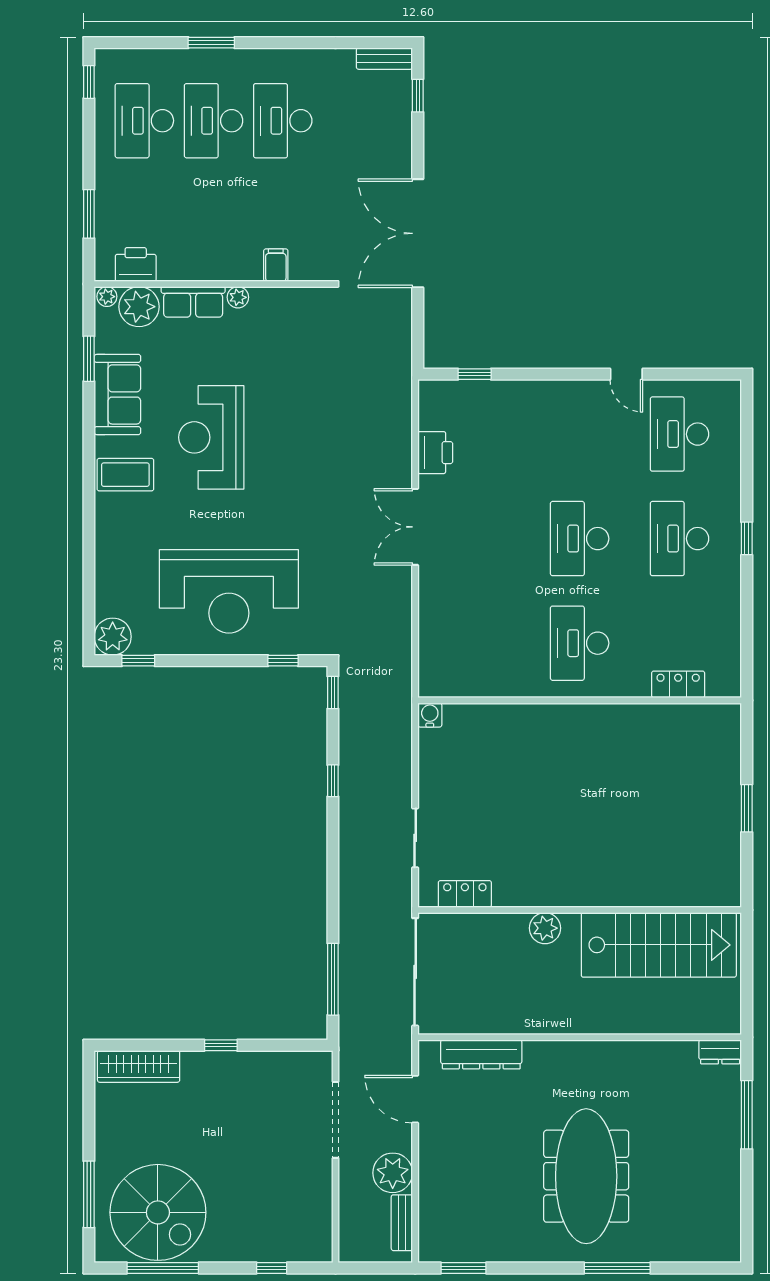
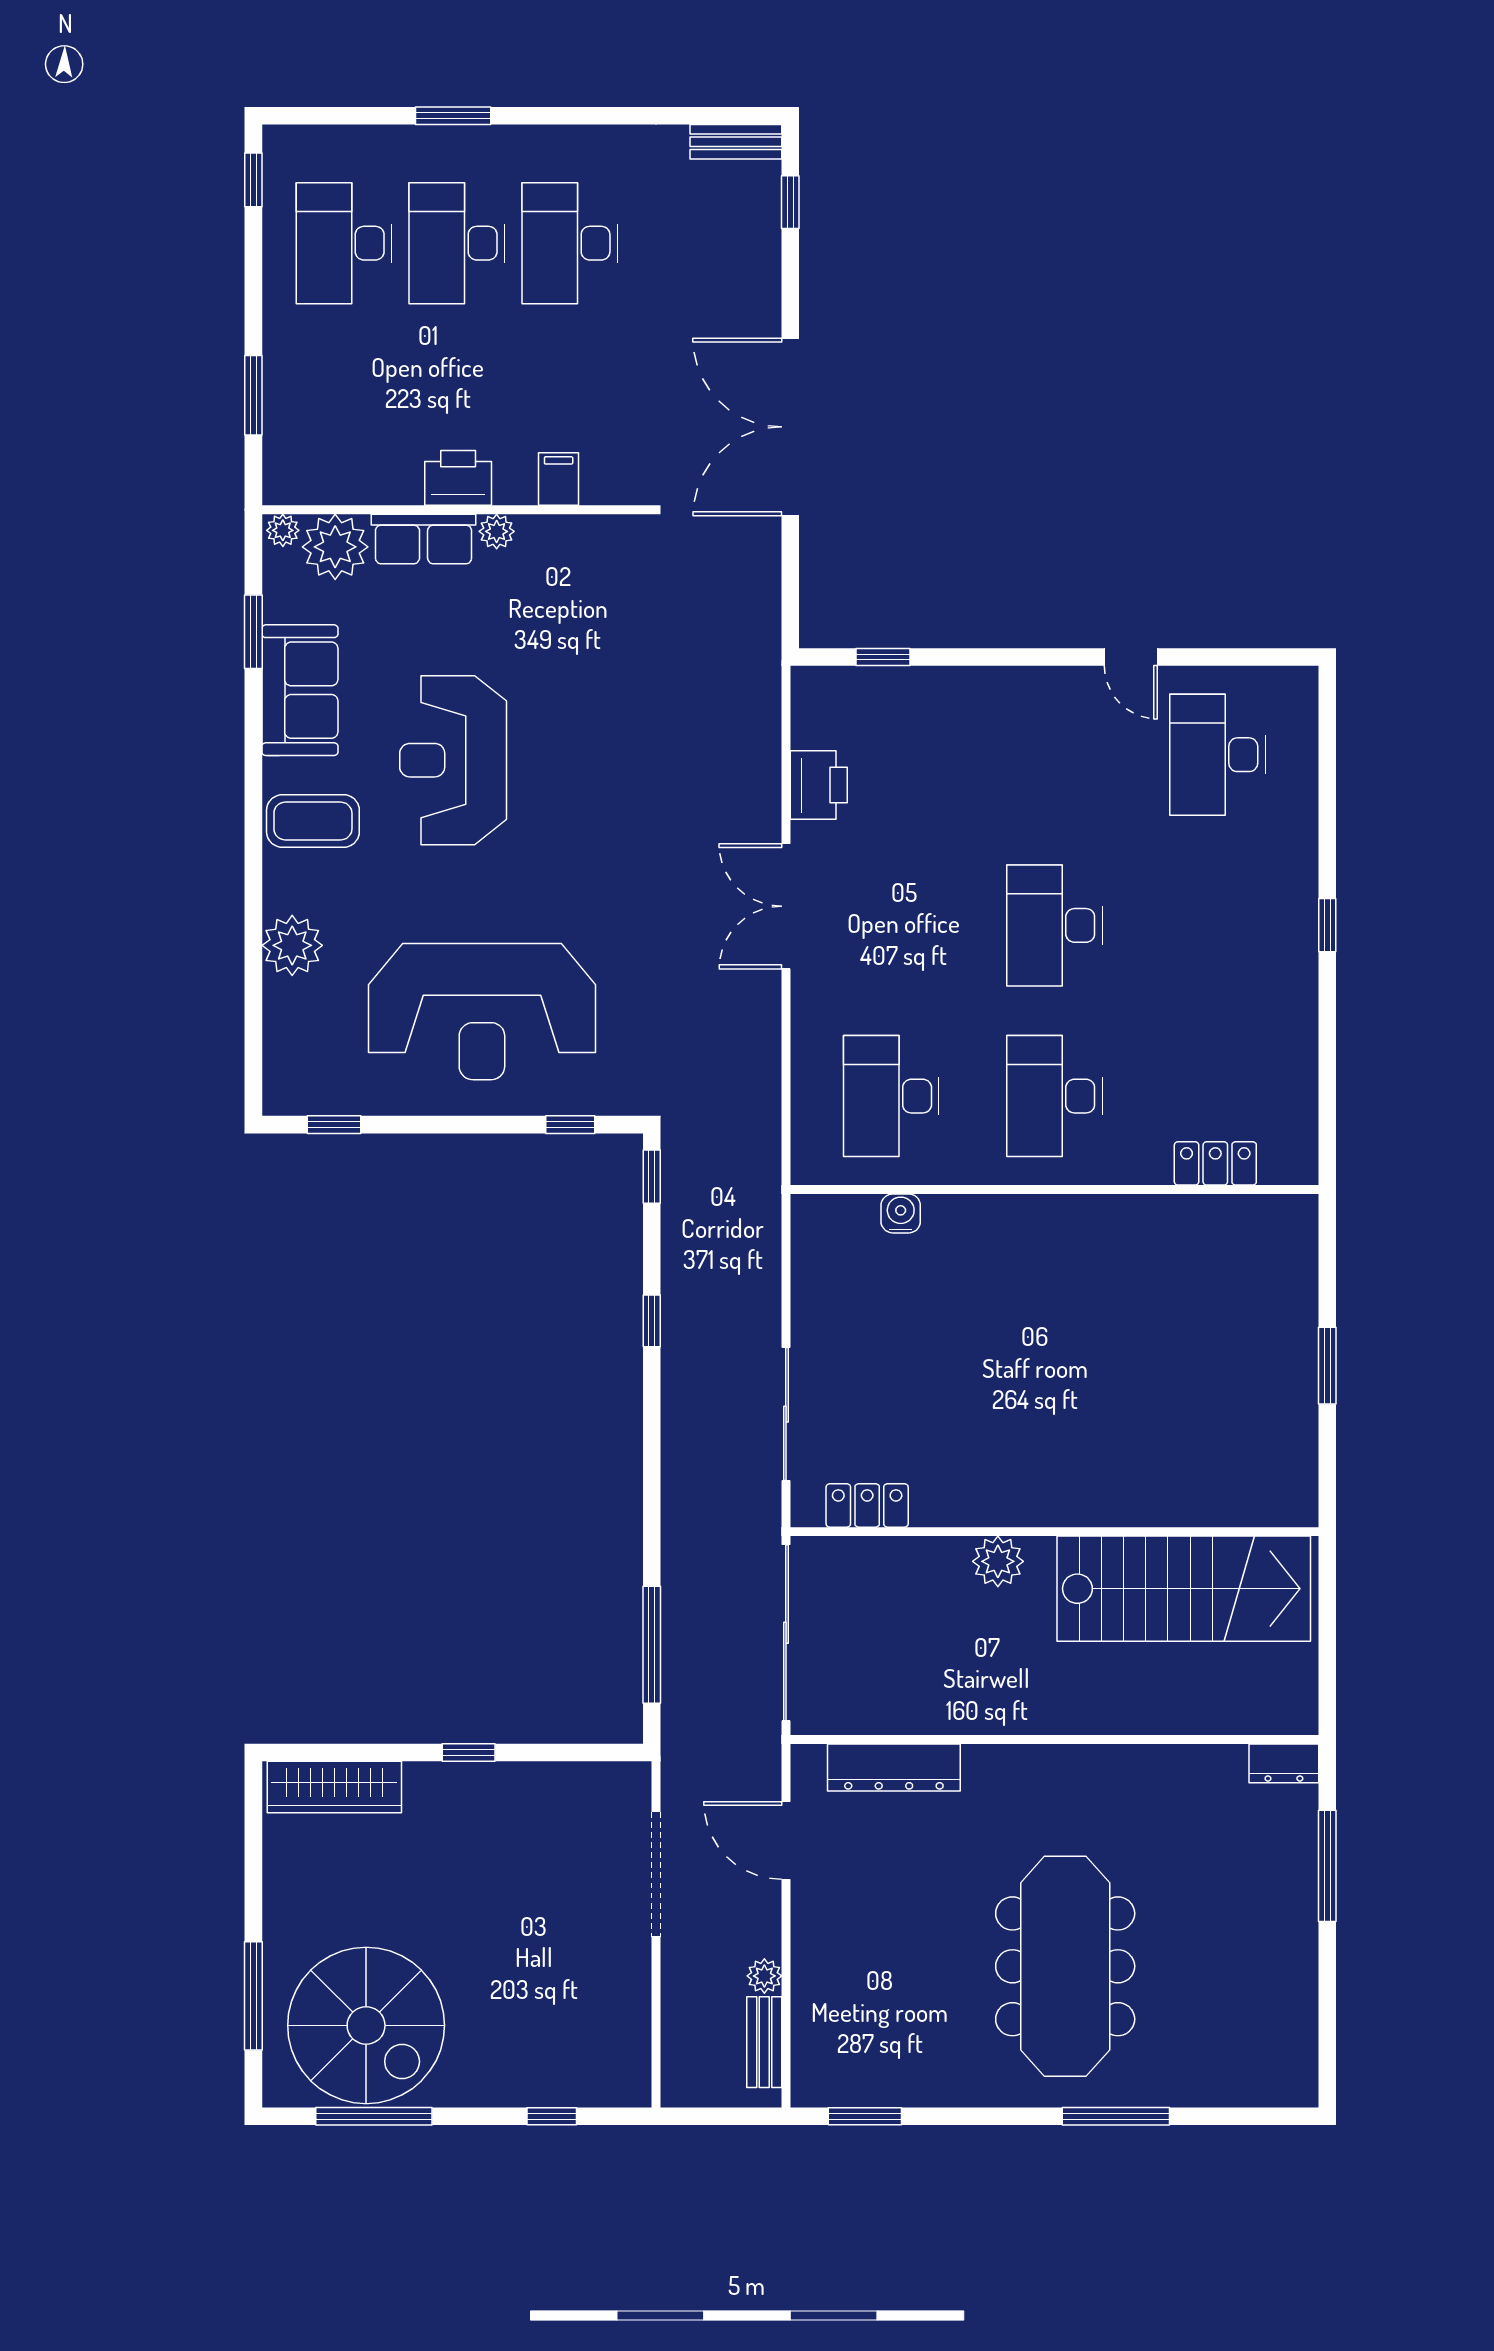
printer: (136, 264) -> (458, 478), moved
desk: (679, 539) -> (891, 1096), moved
plant: (113, 637) -> (292, 945), moved
water cooler: (430, 715) -> (901, 1213), moved
sliding door: (415, 838) -> (786, 1414), width x1.37
plant: (393, 1173) -> (764, 1976), width x0.53, depth x0.53

